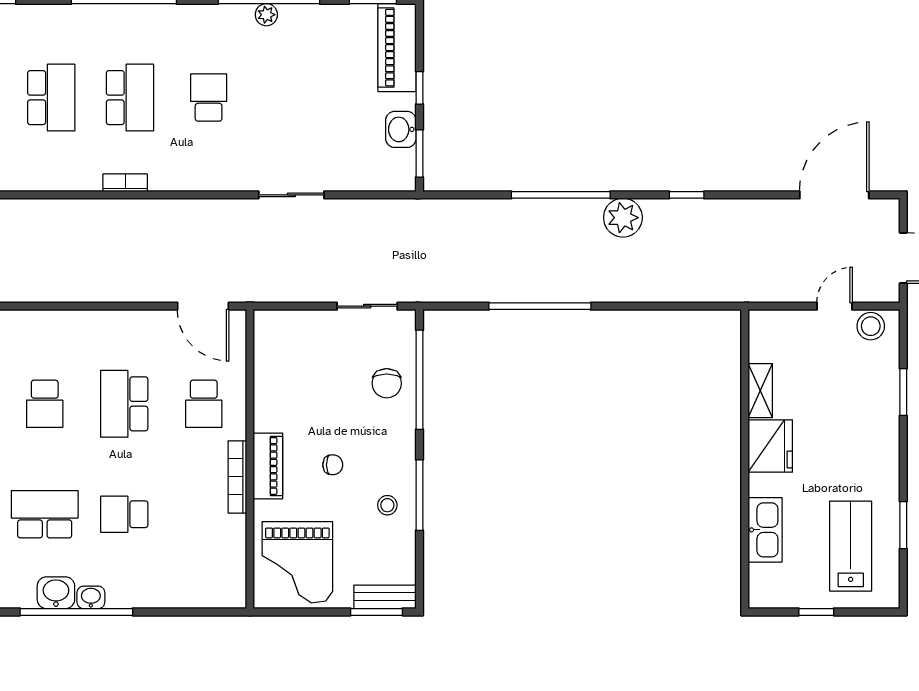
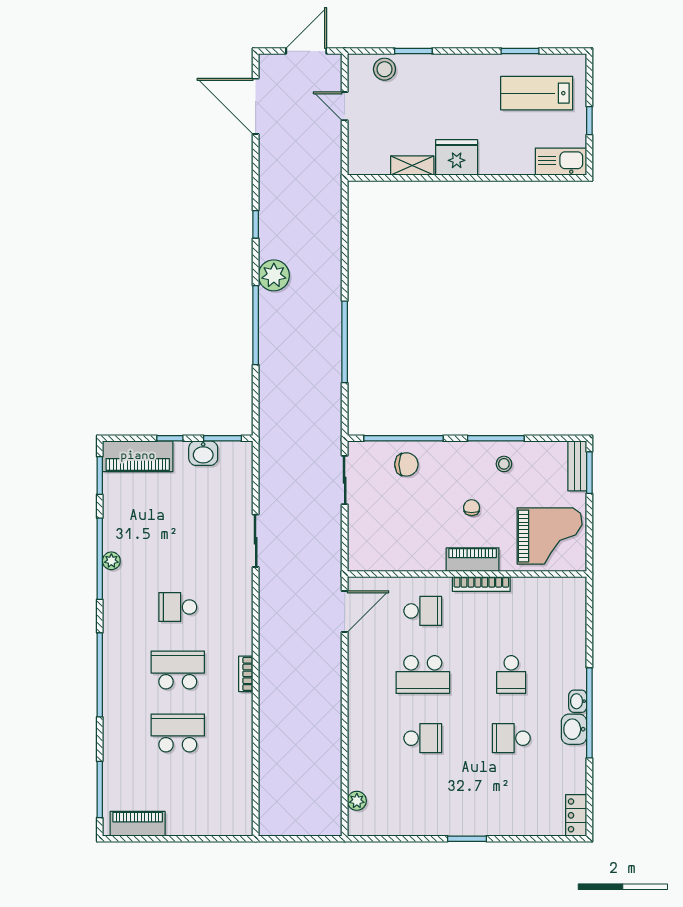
stool: (871, 326) -> (384, 69), moved
school desk: (45, 514) -> (511, 738), width x0.54
kitchen sink: (765, 530) -> (561, 162), moved

